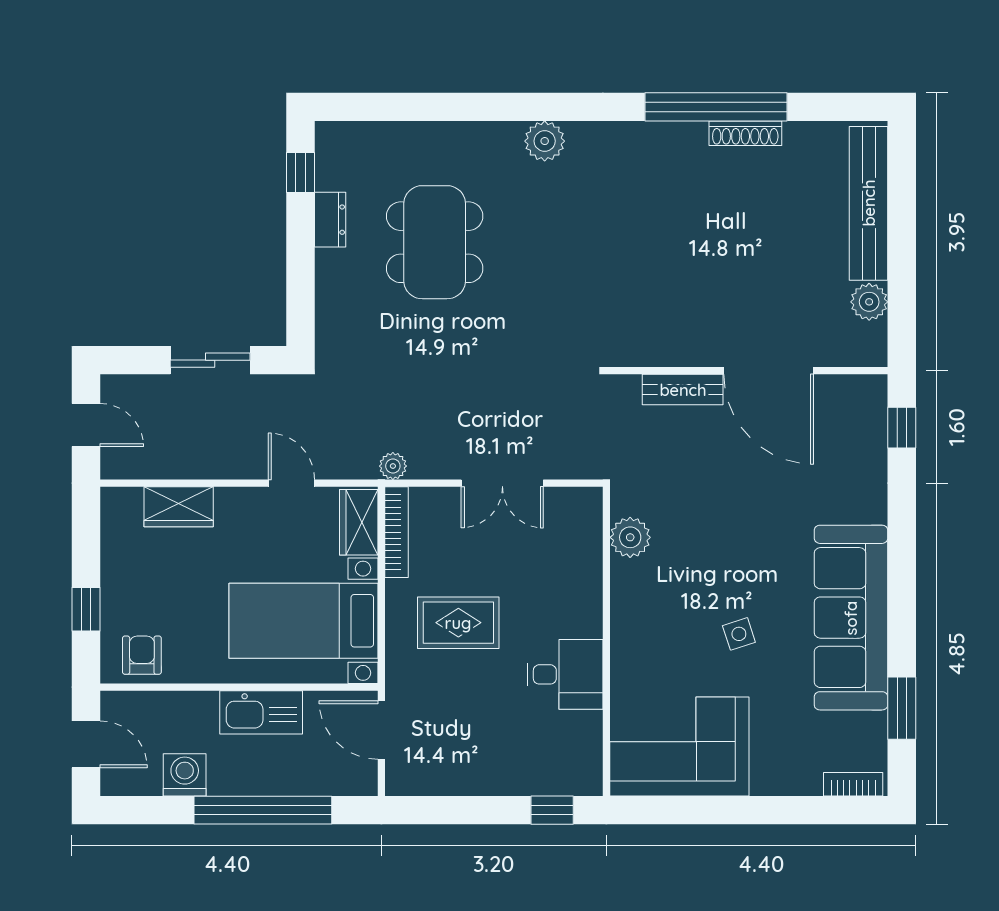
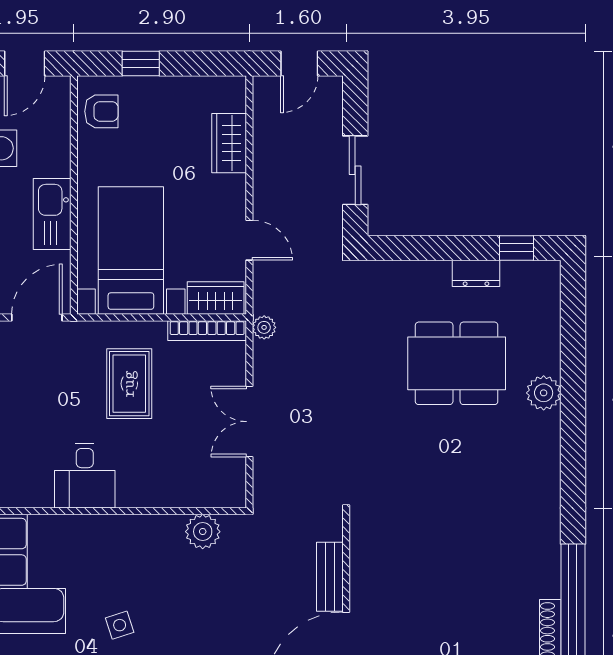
plant: (545, 141) -> (544, 393), moved
door: (291, 483) -> (249, 240), hinge flipped

